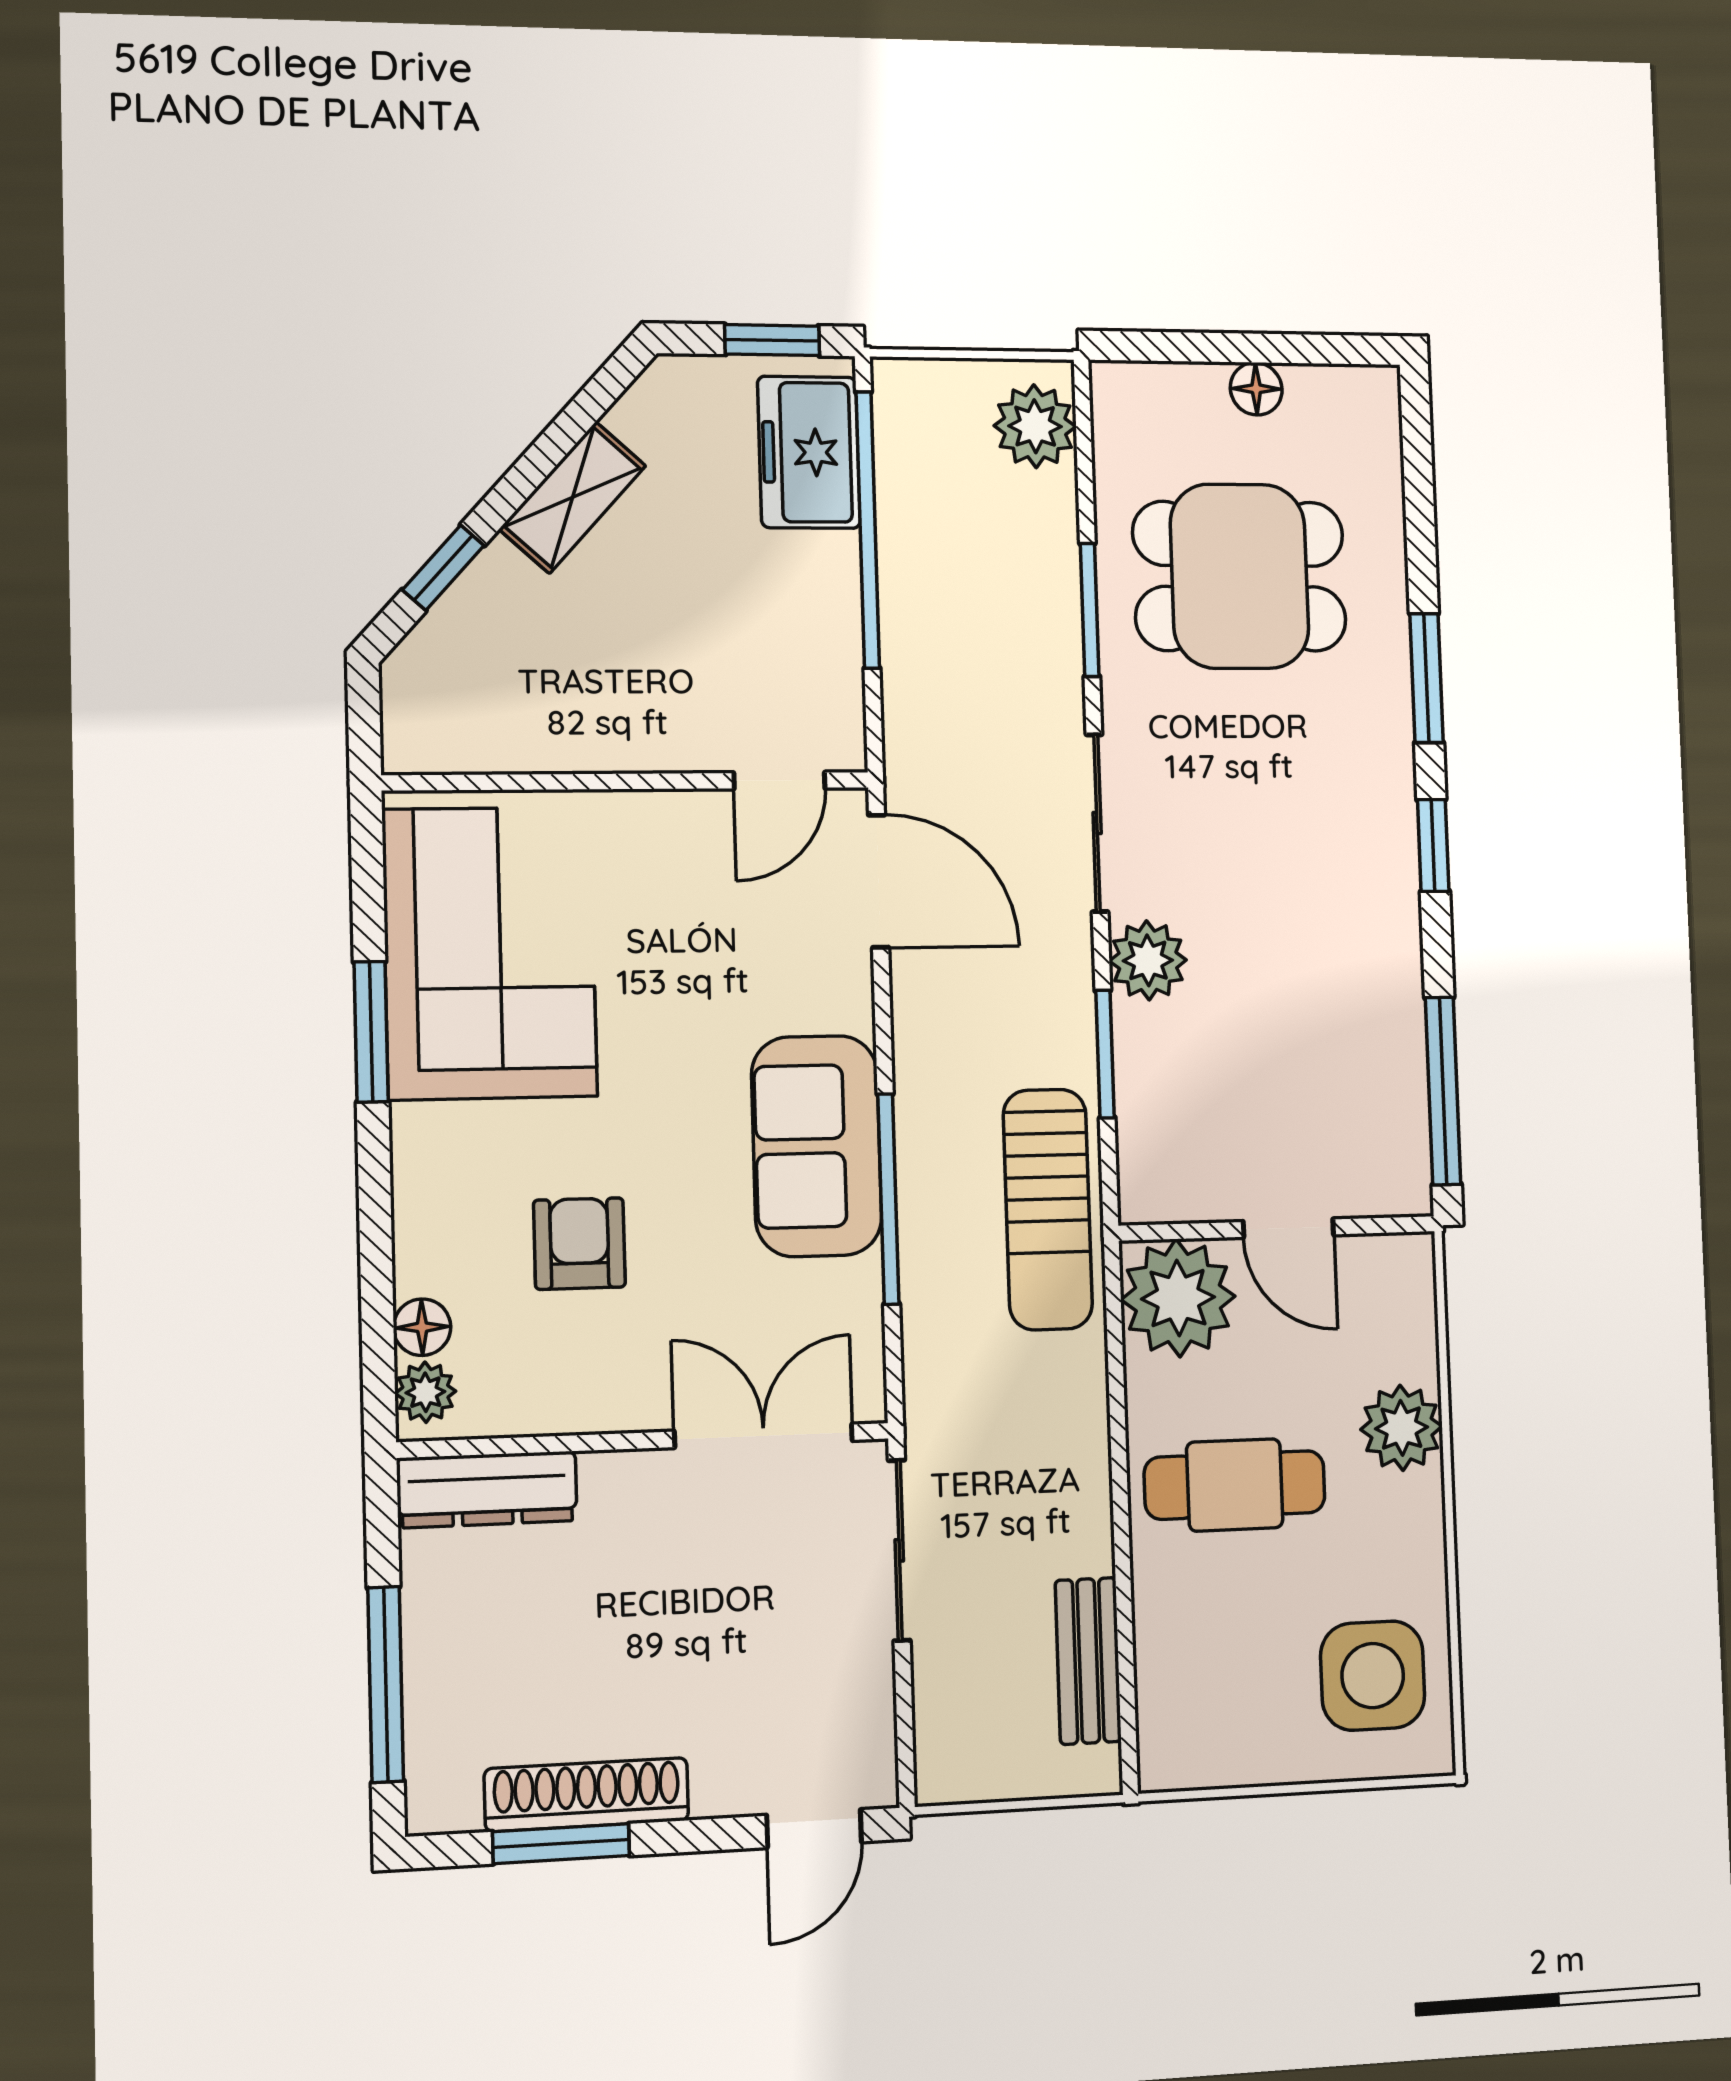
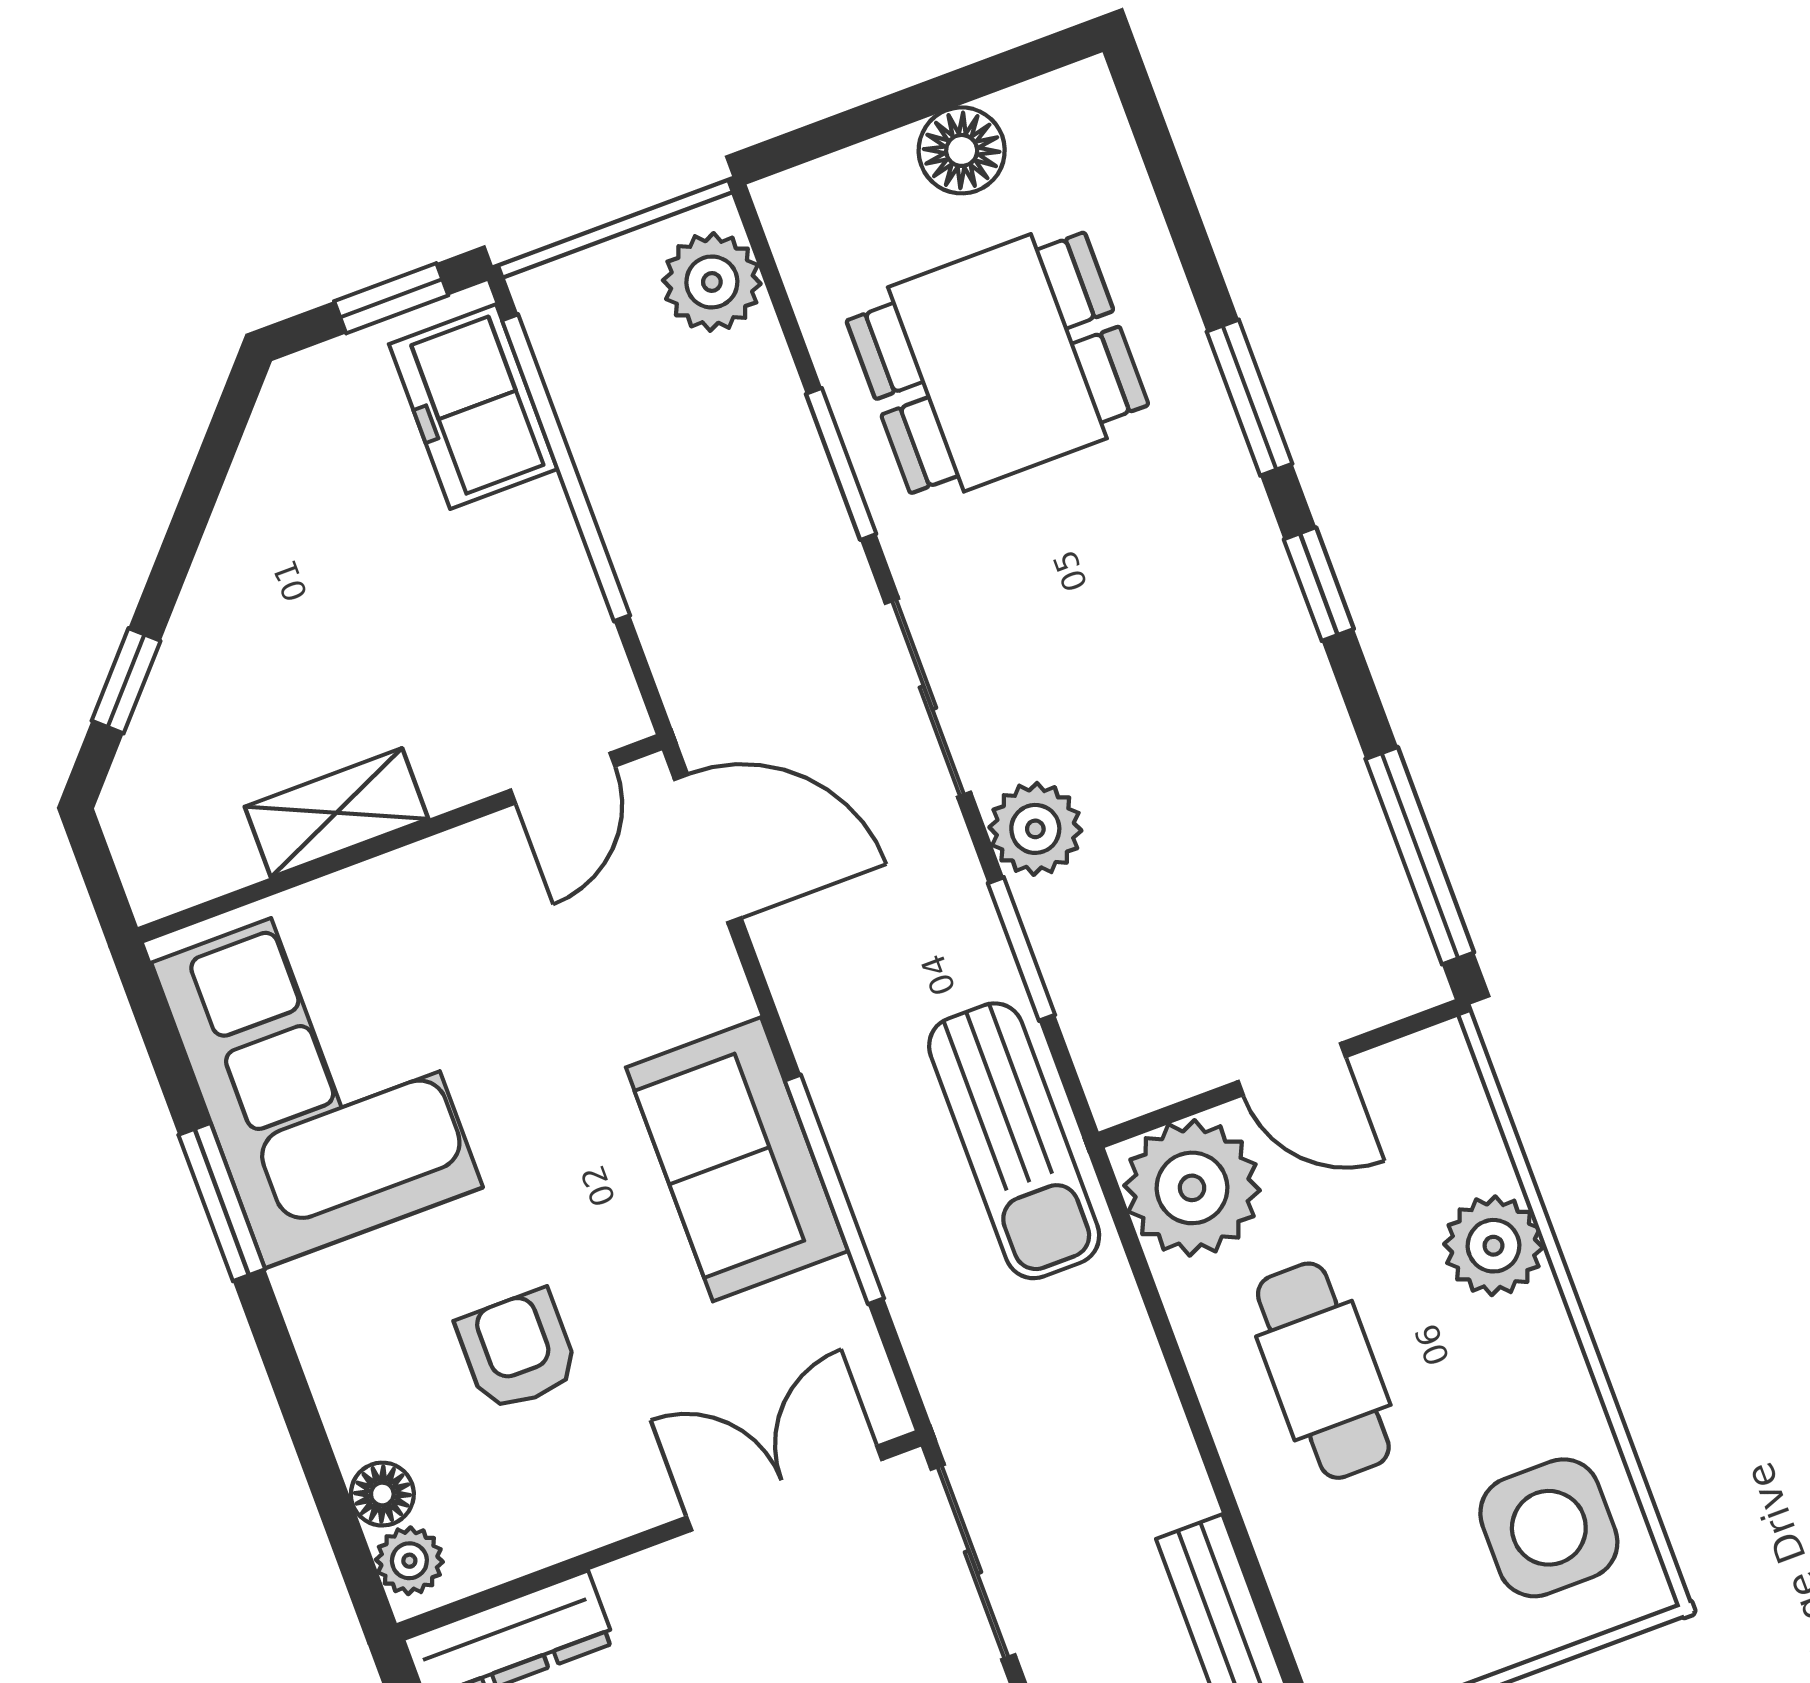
floor lamp: (1256, 389) -> (962, 150), width x1.37, depth x1.37
shelving: (573, 497) -> (337, 813), moved, turned 48
cafe table: (1235, 1485) -> (1323, 1371), turned 90

